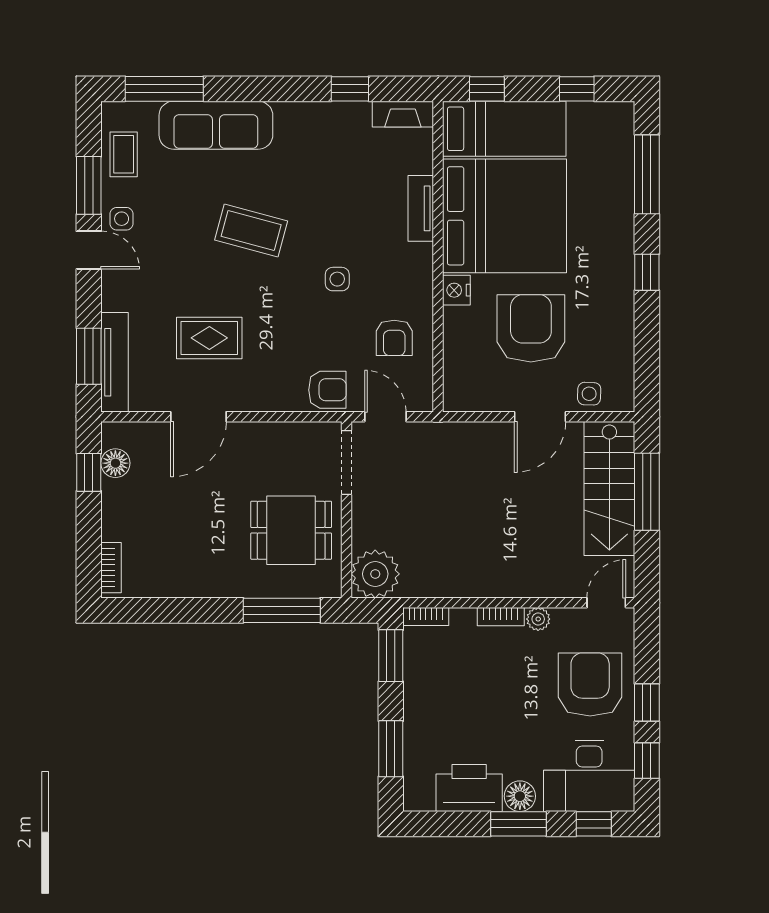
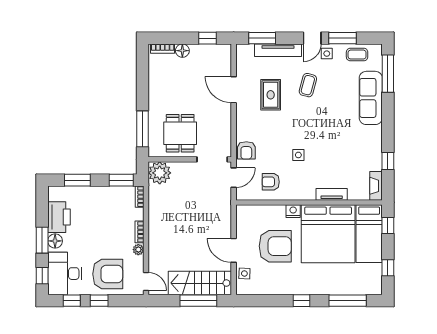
coffee table: (251, 230) -> (308, 85), moved, width x0.73, depth x0.77
tv unit: (115, 362) -> (278, 50), moved
floor lamp: (115, 463) -> (182, 51), moved

